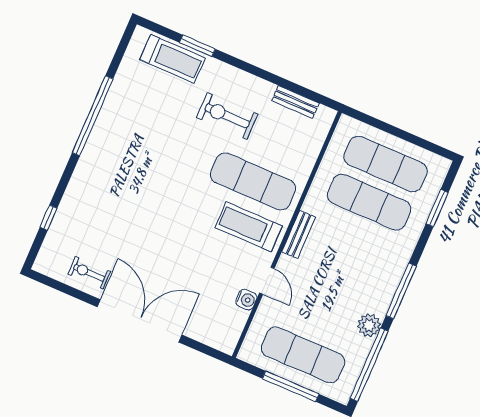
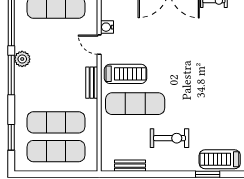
plant: (369, 325) -> (22, 59), moved

